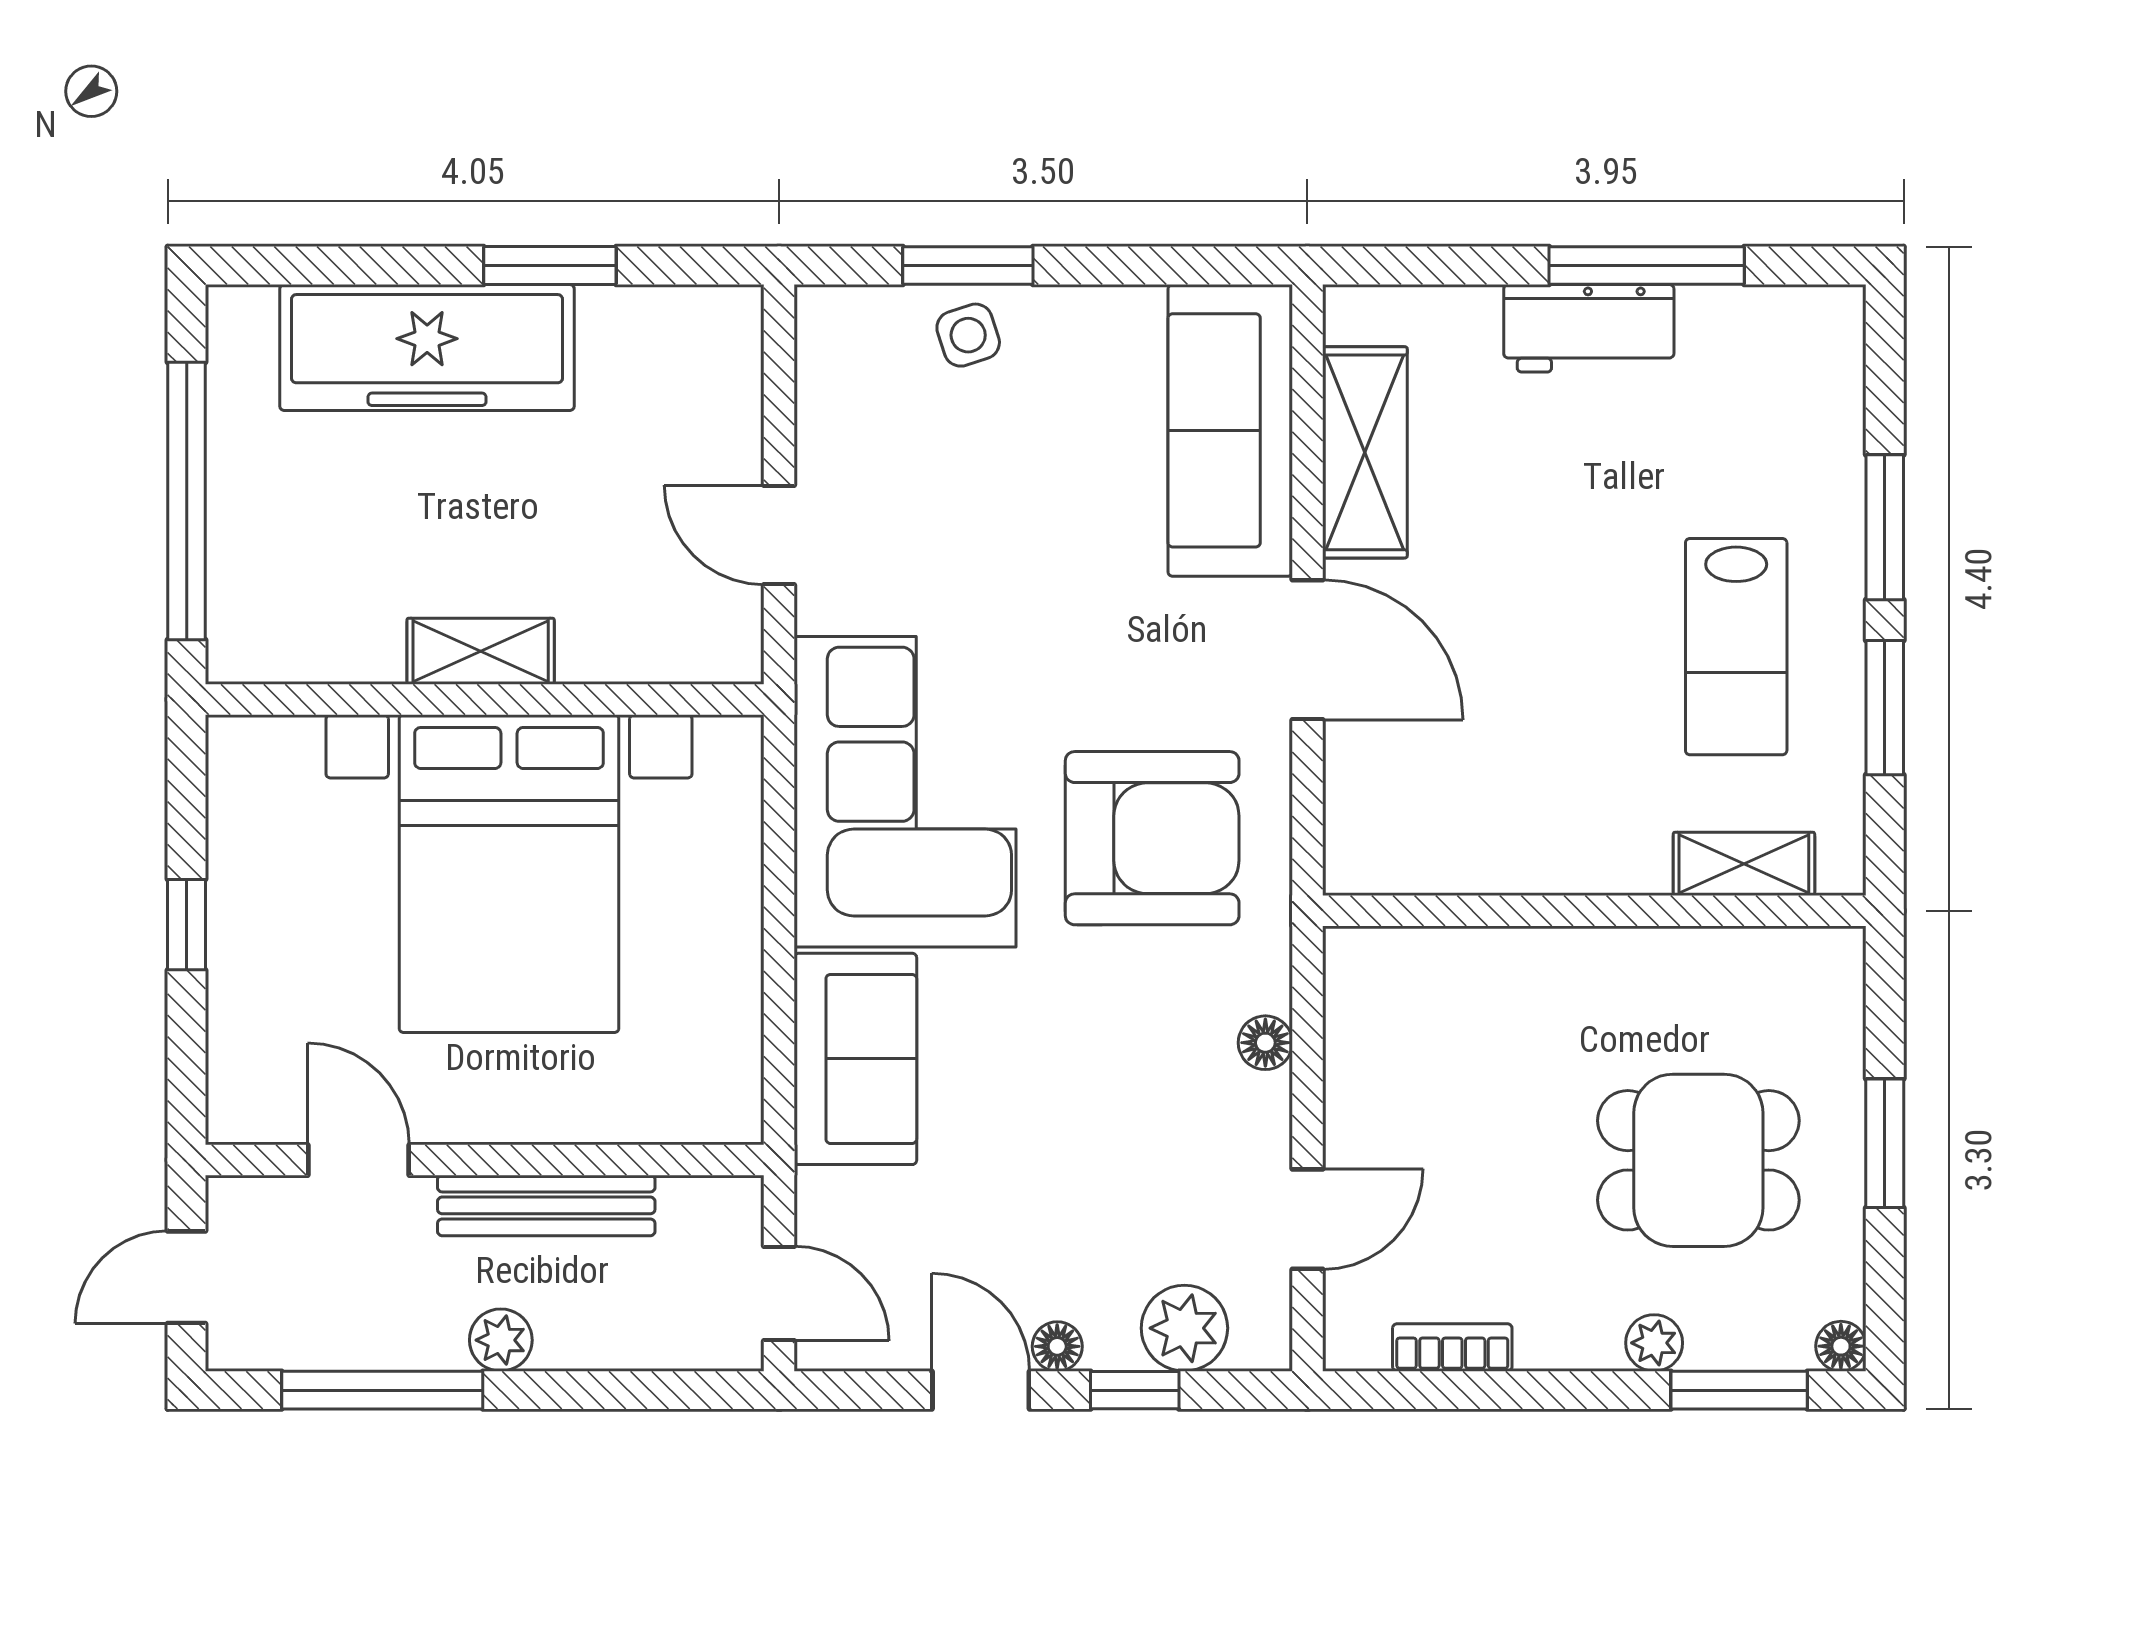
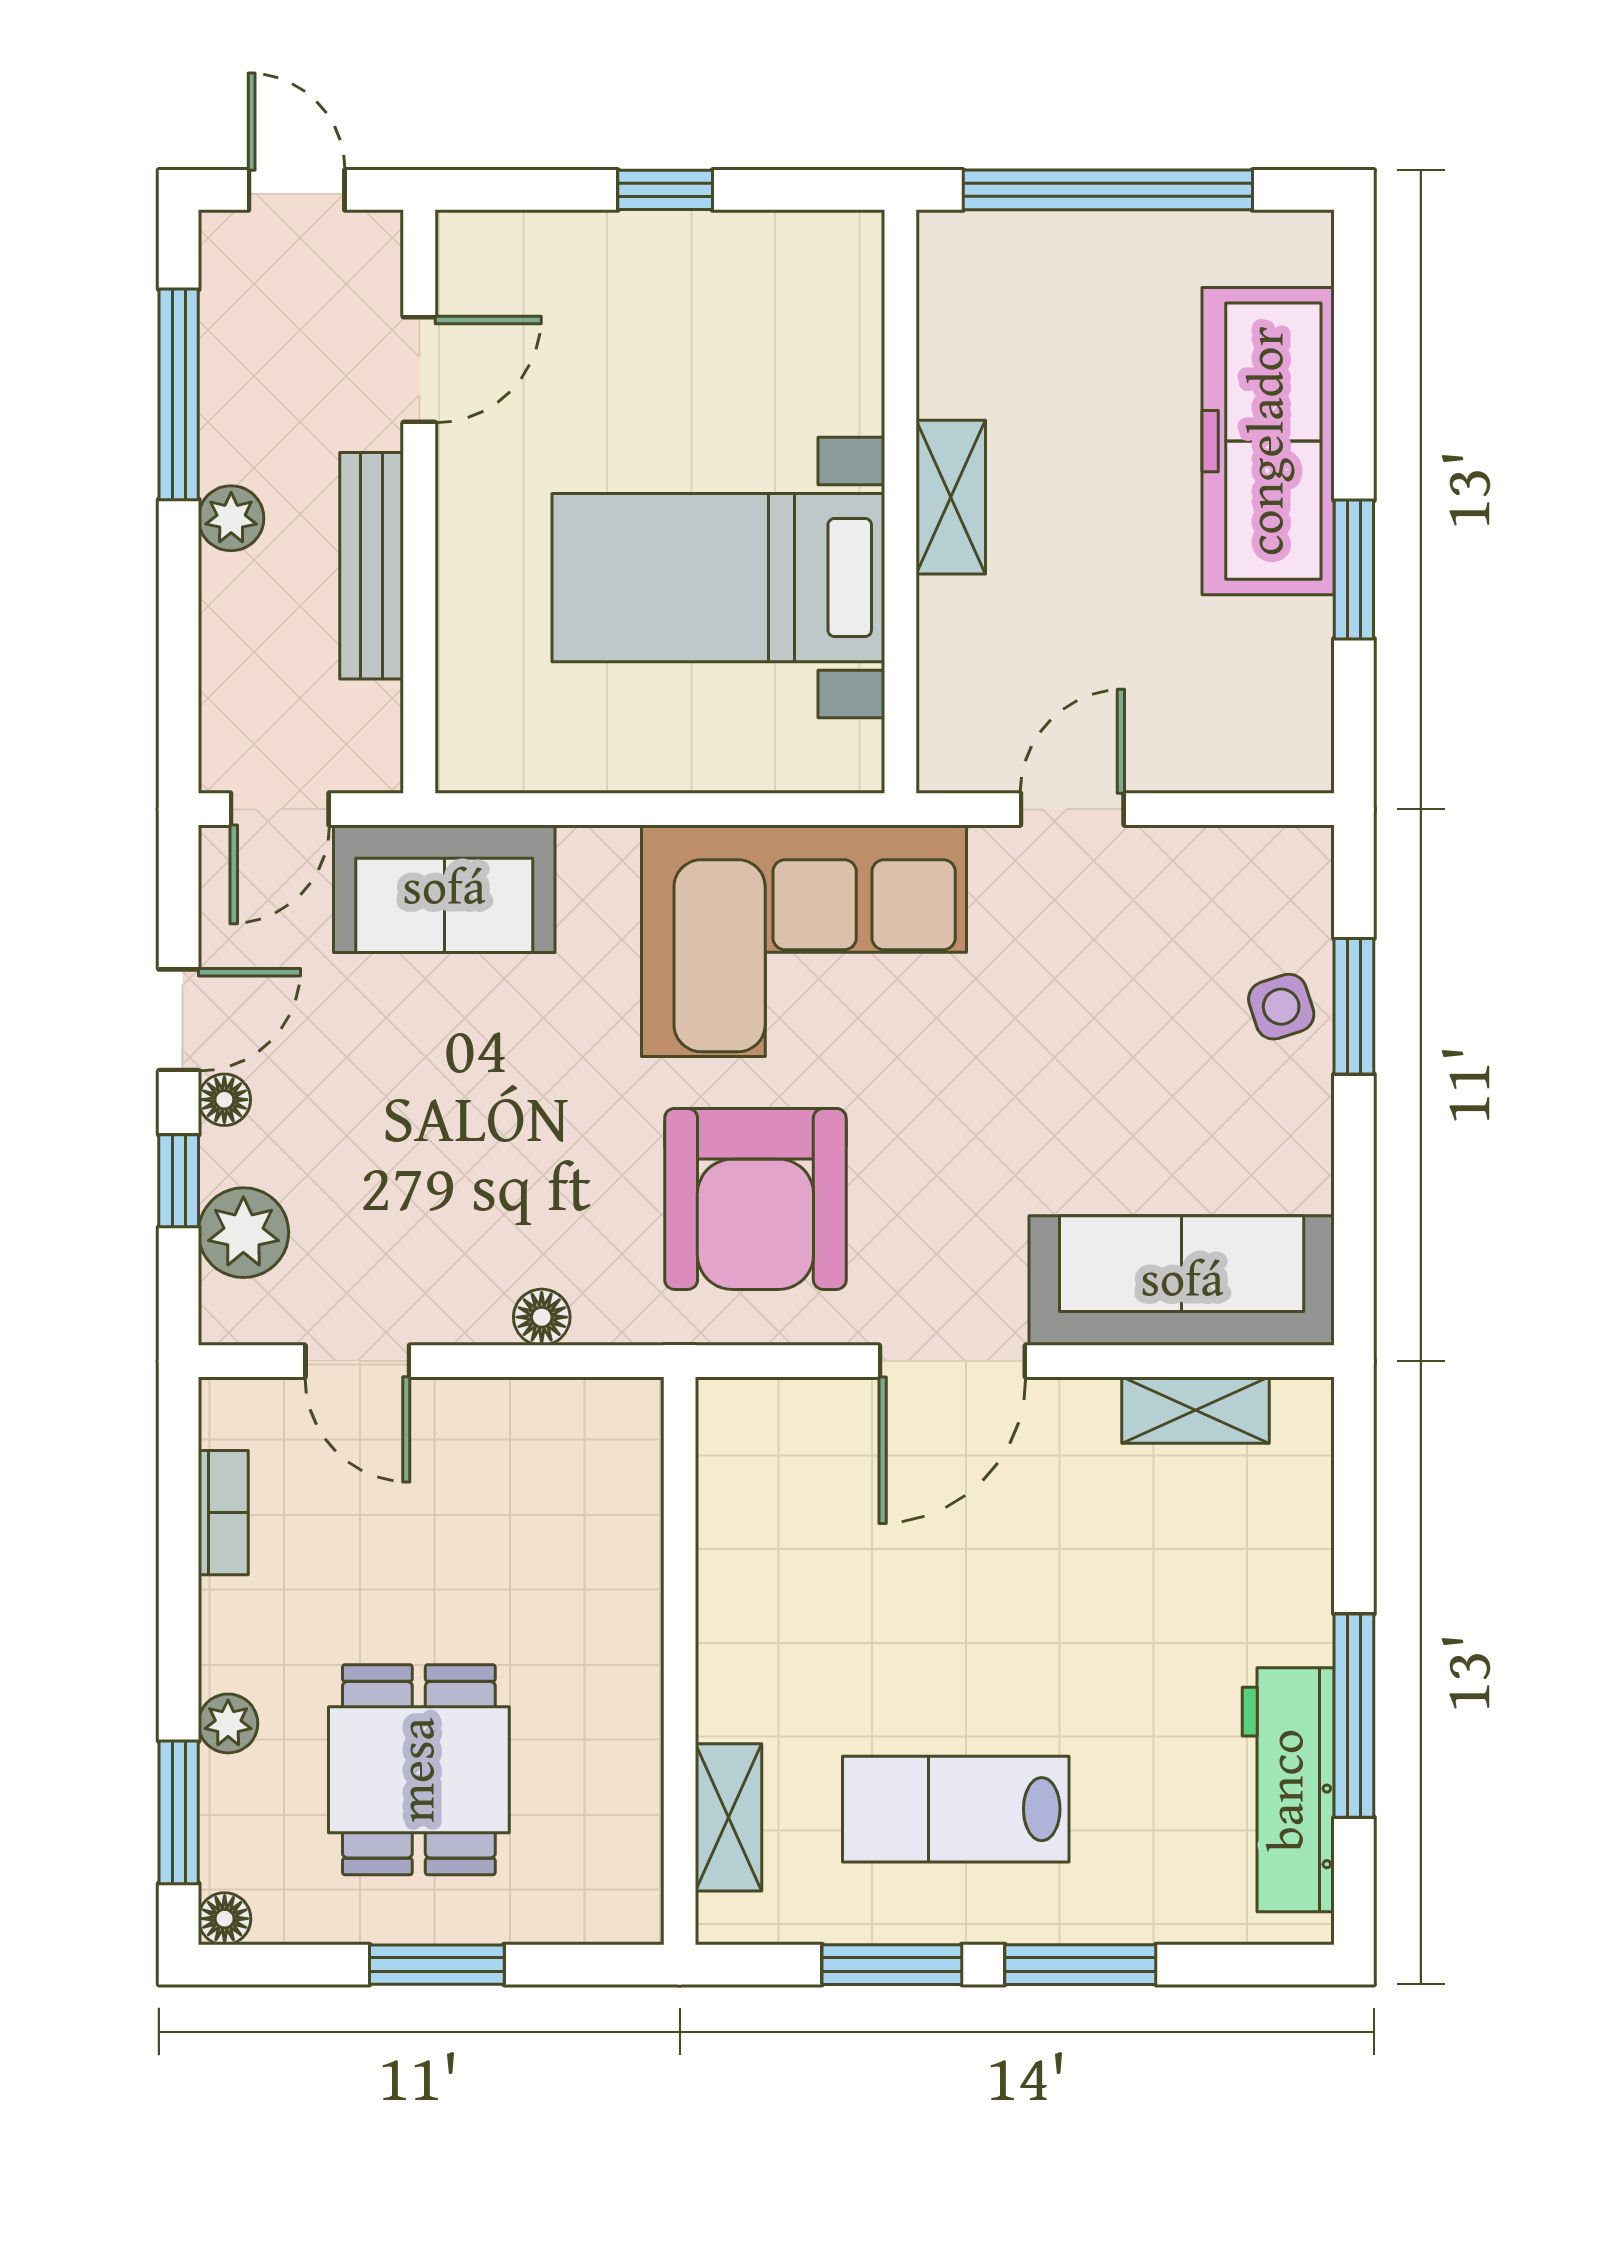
workbench: (1589, 328) -> (1288, 1790), moved, width x1.38
shelving: (1365, 452) -> (1195, 1410), width x0.67, depth x0.75
bed with nightstands: (509, 874) -> (718, 578), width x0.73
sofa: (855, 1059) -> (444, 889), moved

